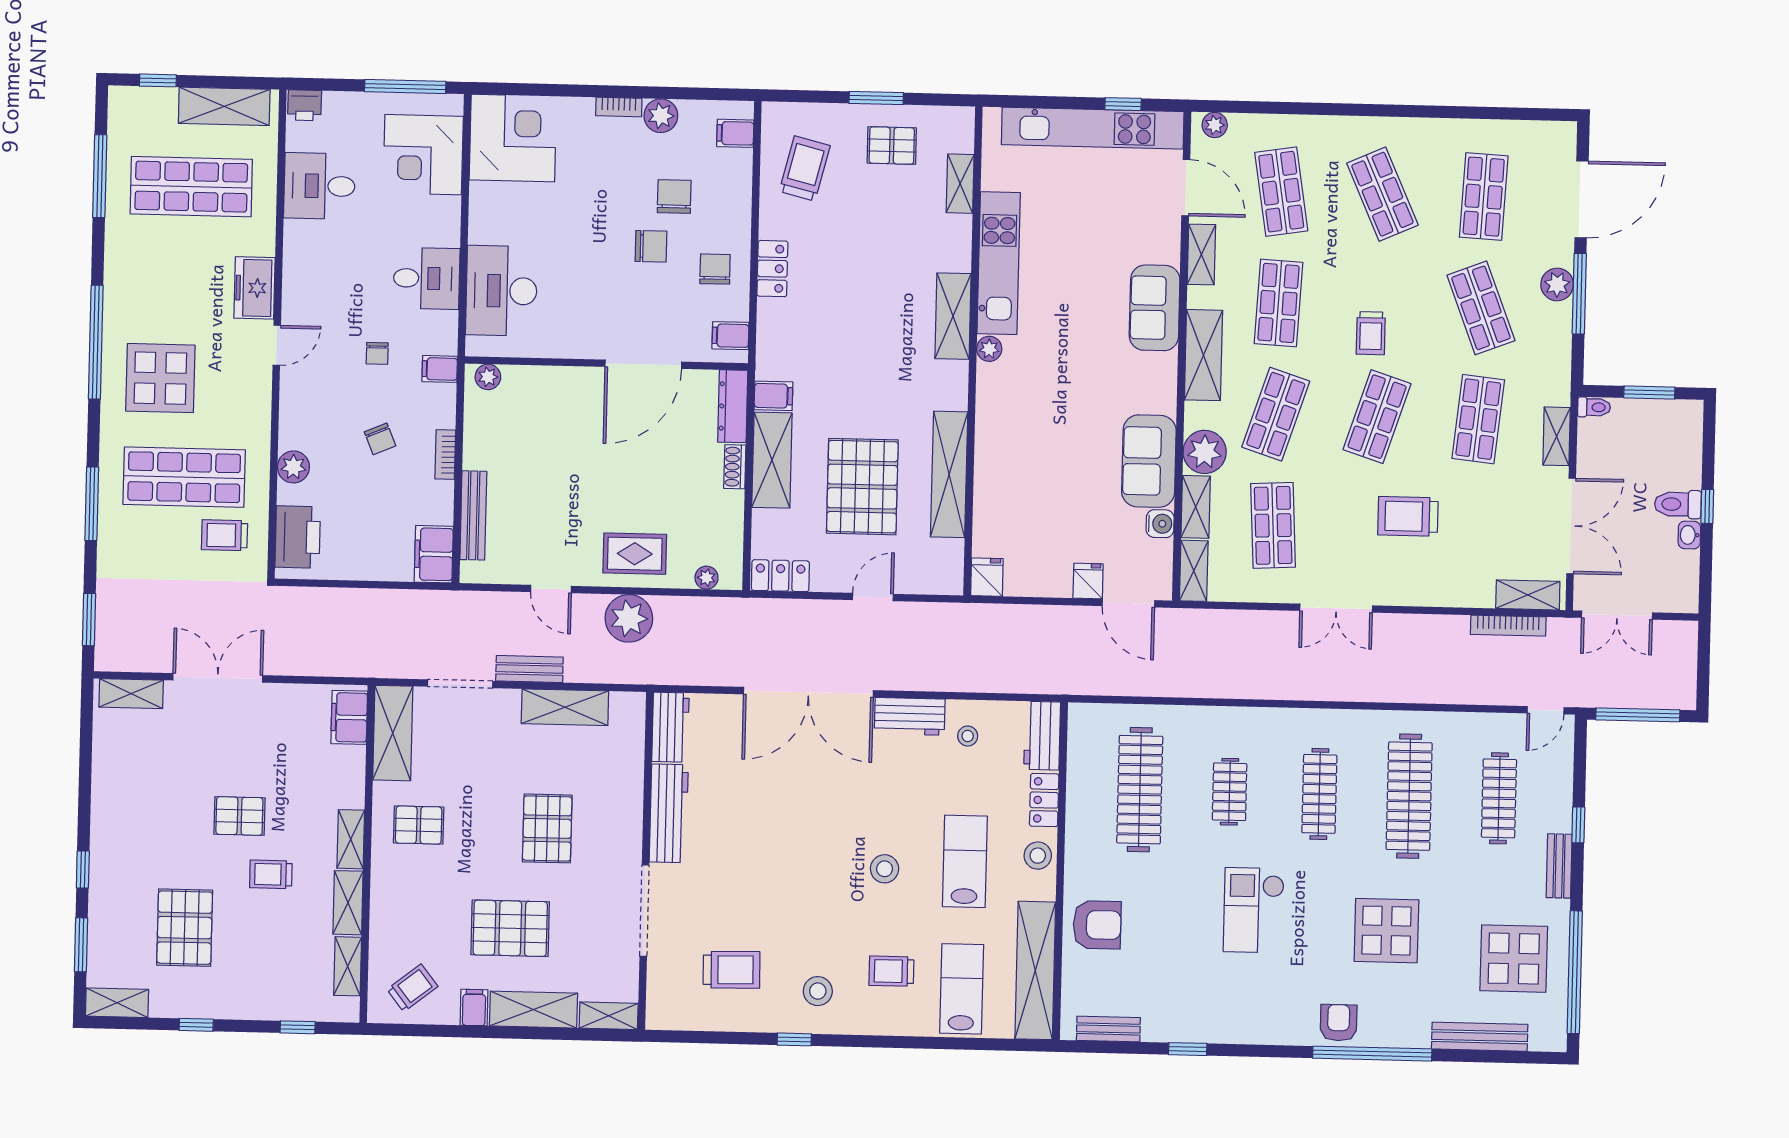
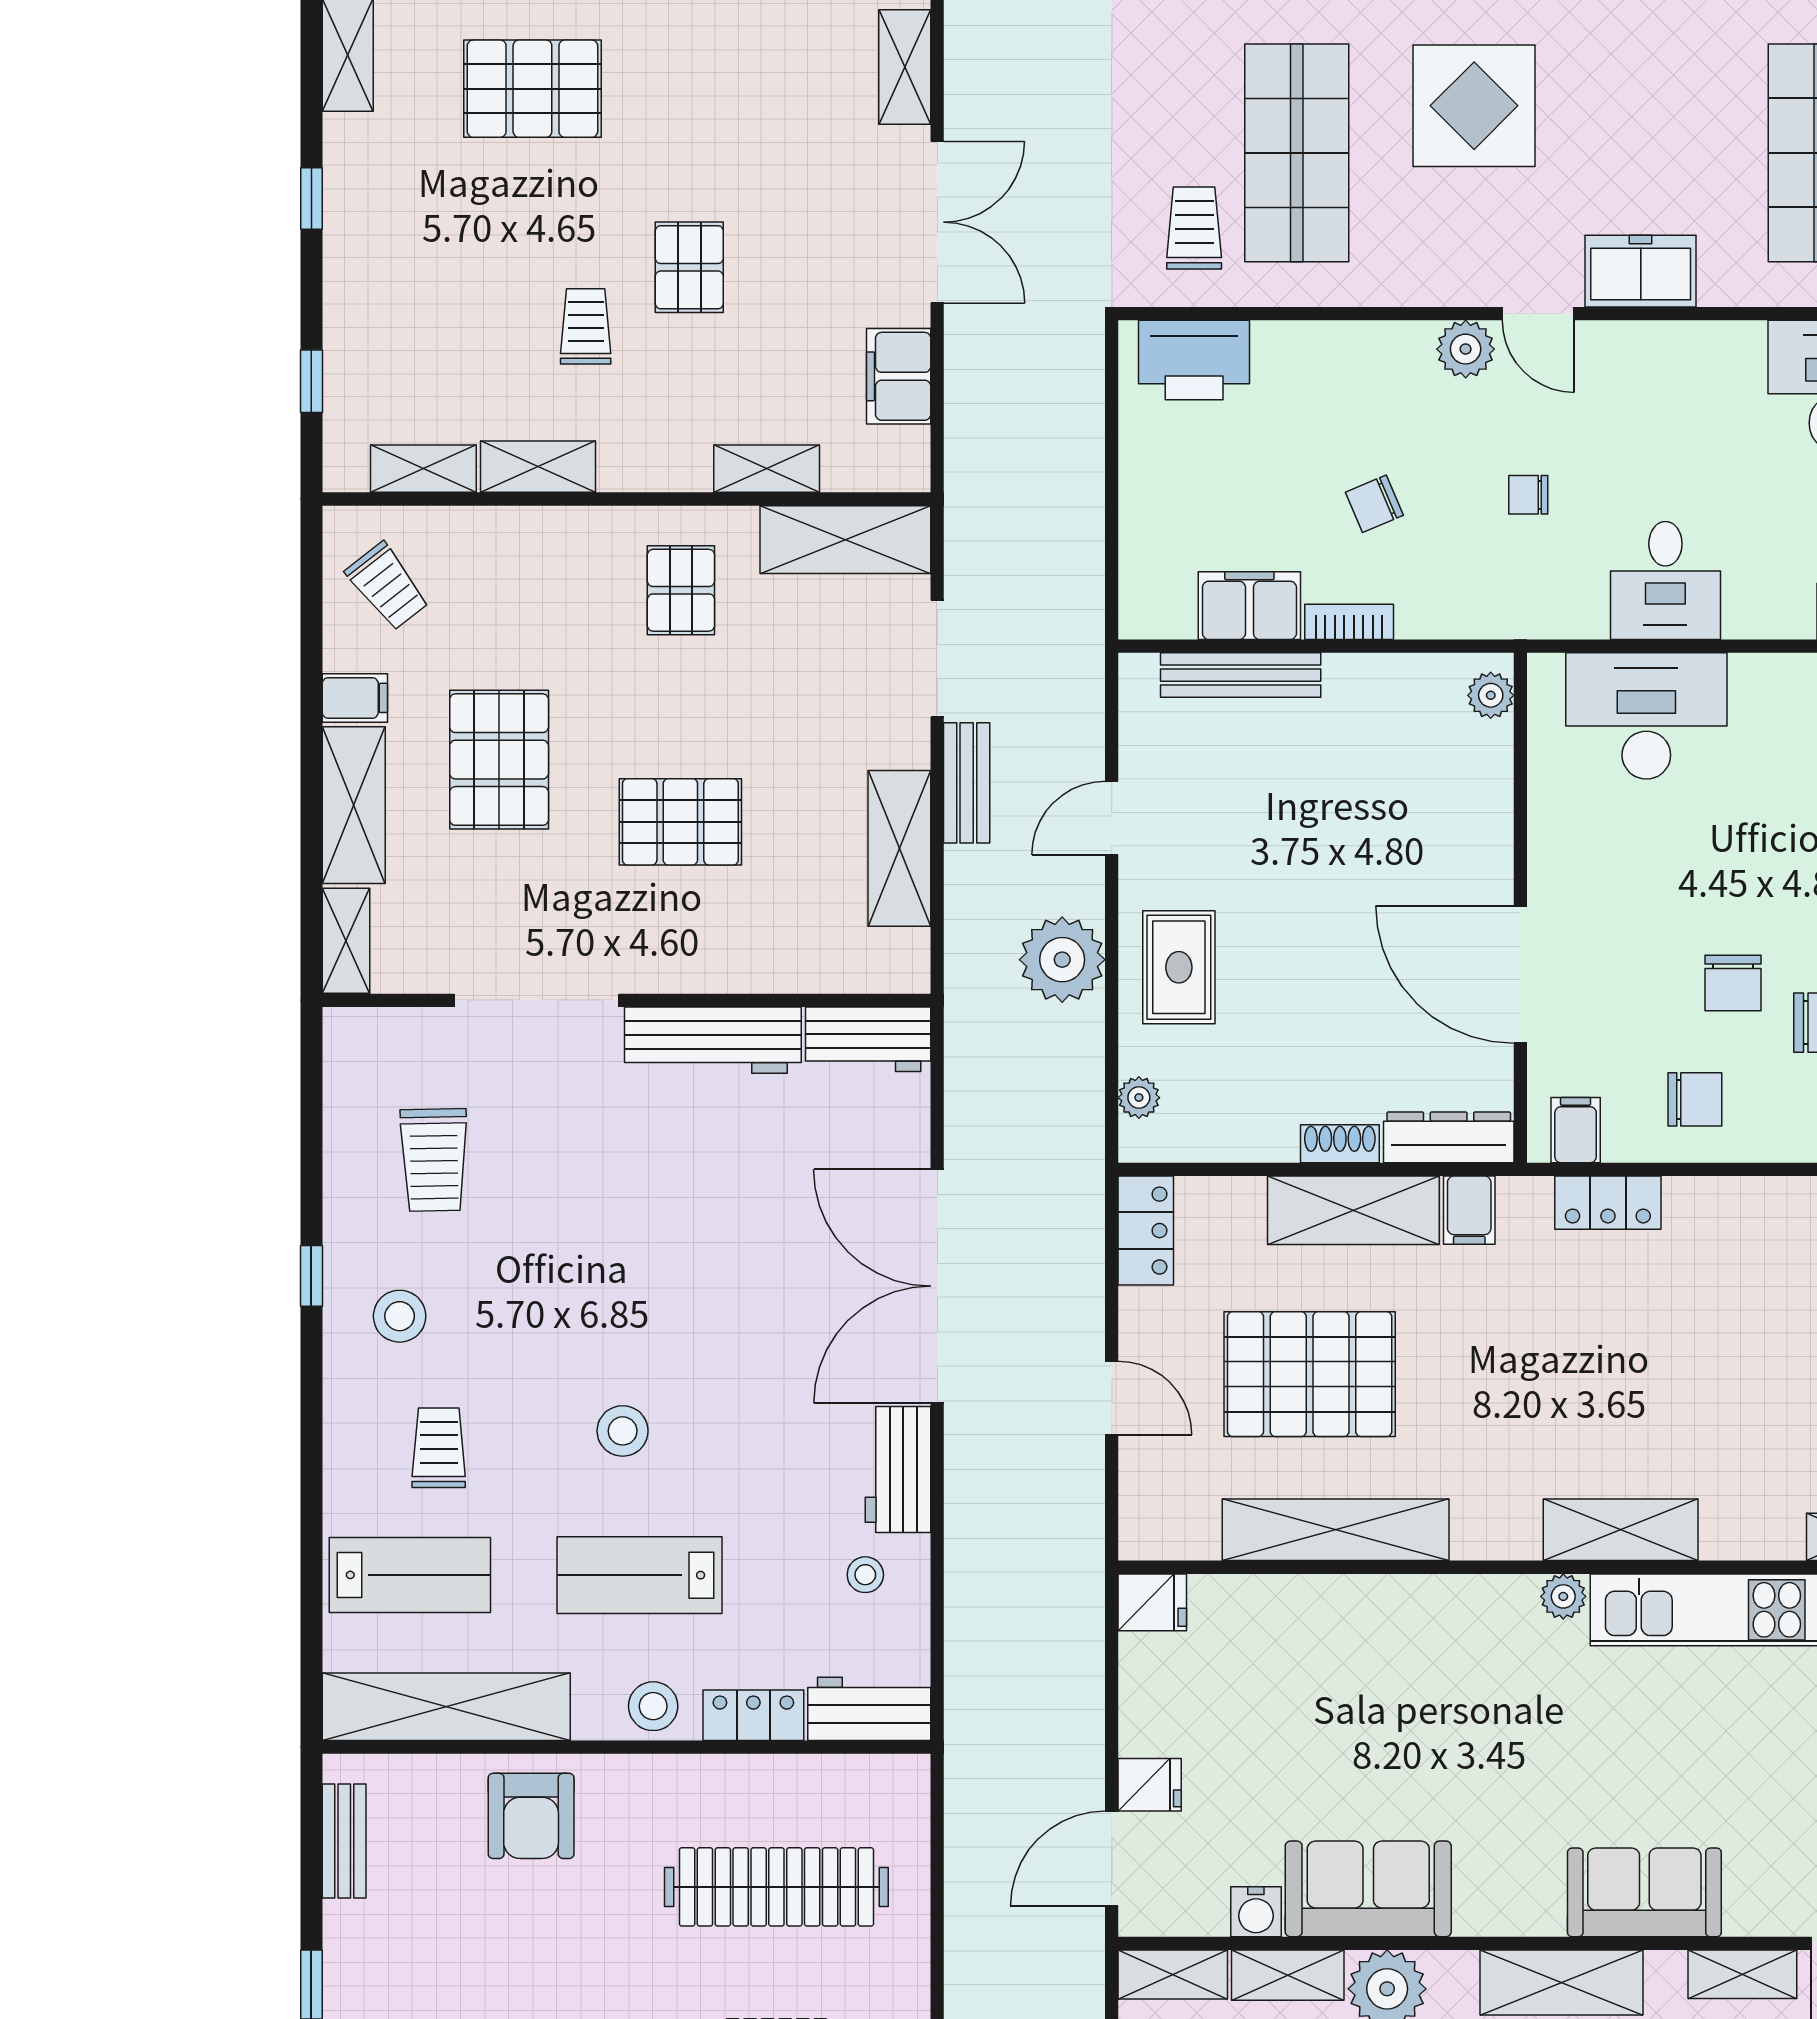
locker: (772, 269) -> (1608, 1203), moved
filing cabinet: (440, 369) -> (1503, 608), removed
plant: (293, 467) -> (1466, 349), moved
filing cabinet: (434, 554) -> (1249, 606), moved
filing cabinet: (349, 717) -> (899, 376), moved, turned -90
shelving: (351, 839) -> (767, 469), moved
lab bench: (965, 861) -> (640, 1575), turned 180
pallet: (185, 928) -> (532, 89), moved

